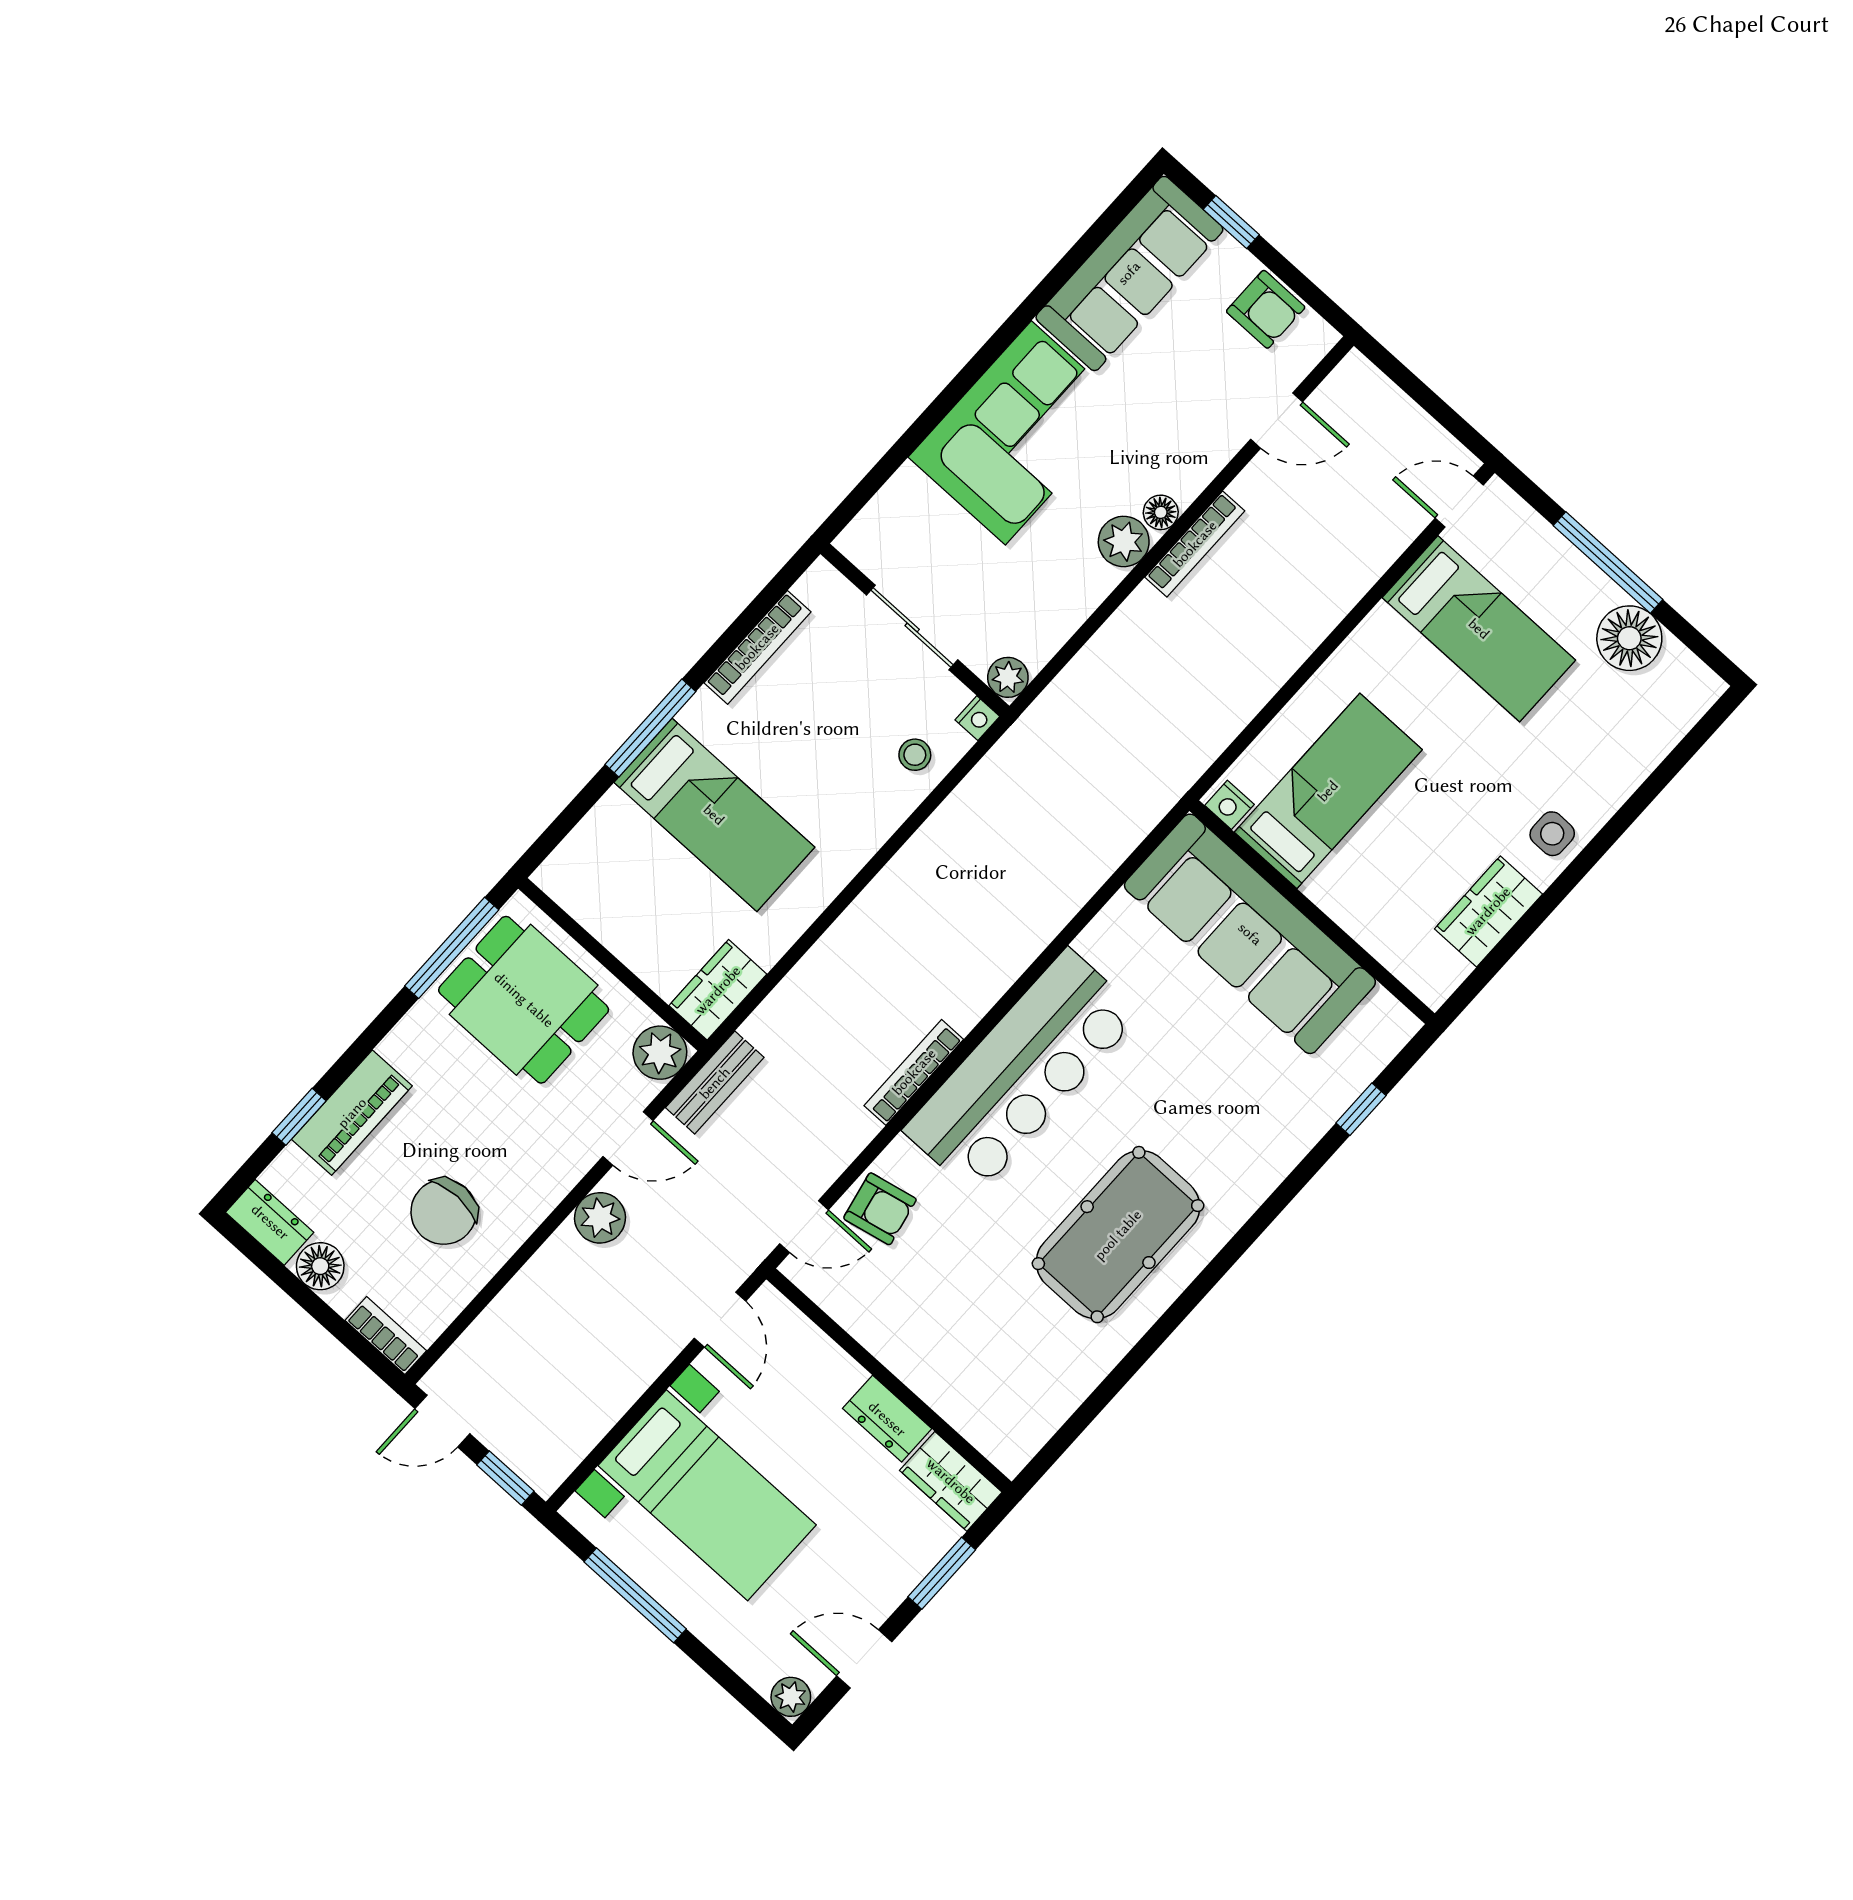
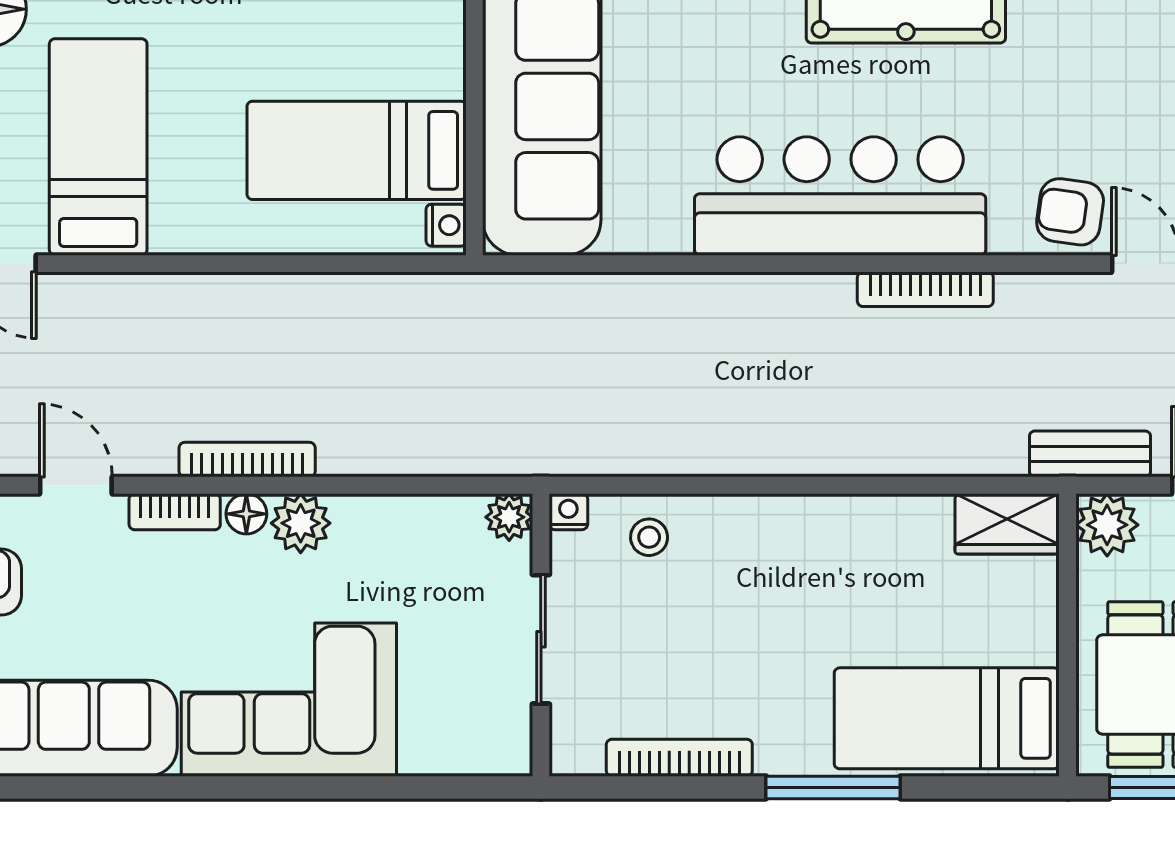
bookcase: (1203, 468) -> (175, 512), added
bed: (714, 815) -> (947, 718), moved, turned -90
armchair: (880, 1209) -> (1070, 212), turned -70

